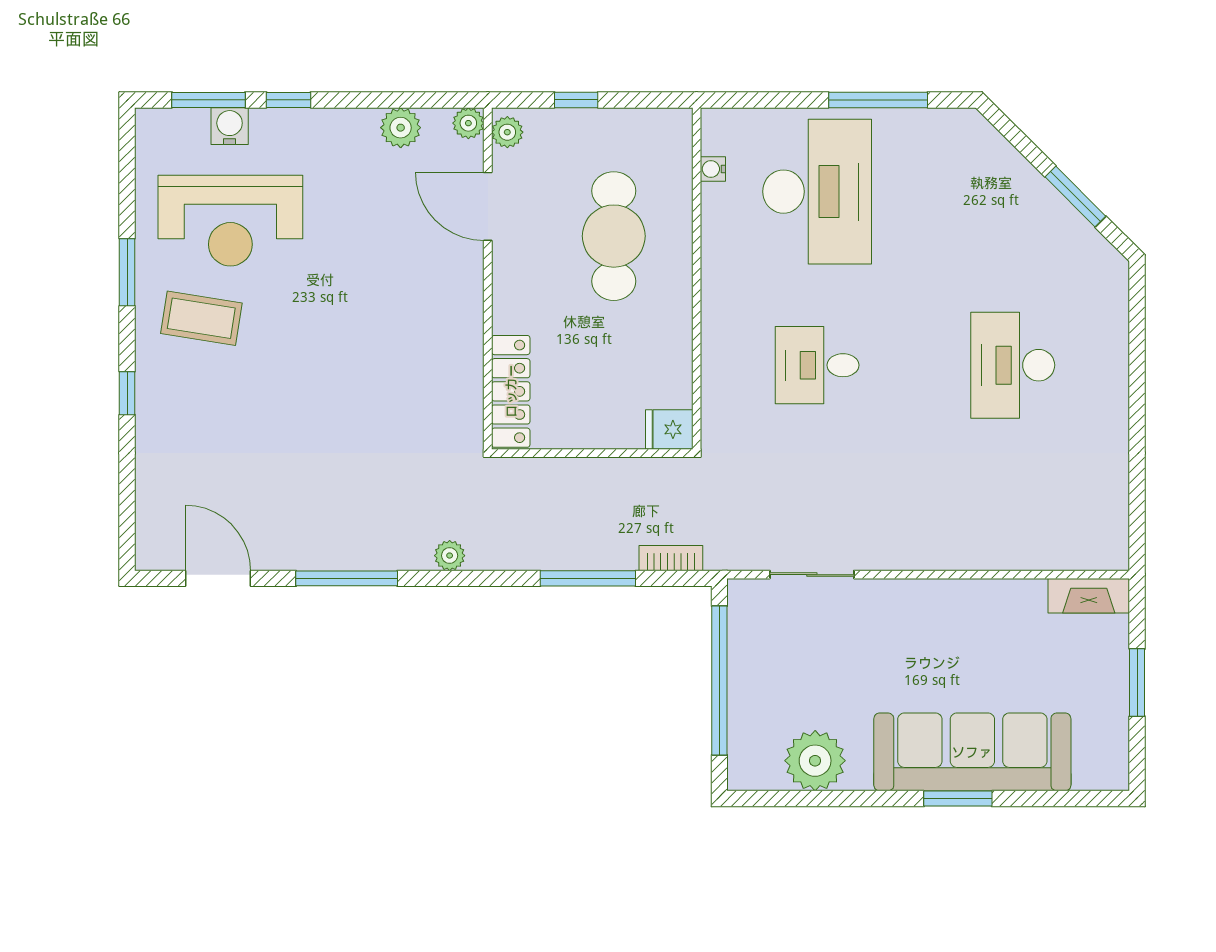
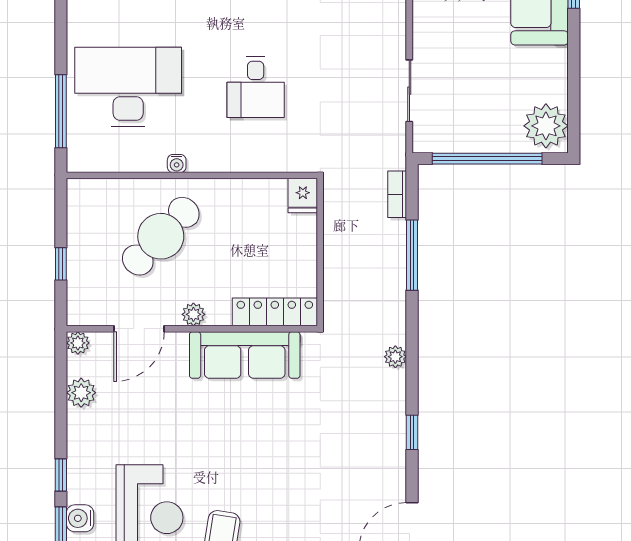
window: (878, 100) -> (61, 111), moved
plant: (507, 132) -> (193, 314), moved
water cooler: (713, 169) -> (177, 163), moved
cafe table: (614, 236) -> (161, 236), turned -46
sofa: (452, 350) -> (245, 355), added
window: (347, 578) -> (412, 432), width x0.46
plant: (815, 761) -> (546, 126), moved

